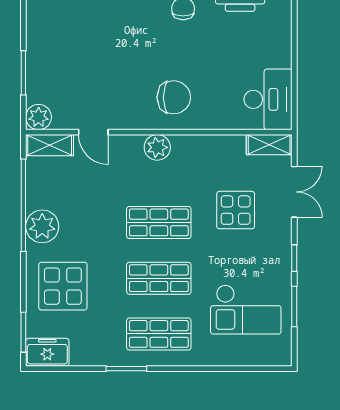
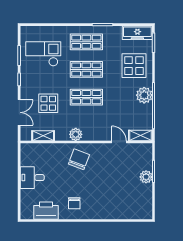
chair: (174, 97) -> (79, 159), turned 111
desk: (268, 99) -> (32, 178), moved, width x0.73
plant: (39, 117) -> (146, 177), moved
shelving: (269, 145) -> (43, 136), moved
plant: (157, 147) -> (76, 134), moved
double door: (294, 192) -> (19, 112), swing flipped
freezer: (47, 352) -> (137, 33), width x1.40

